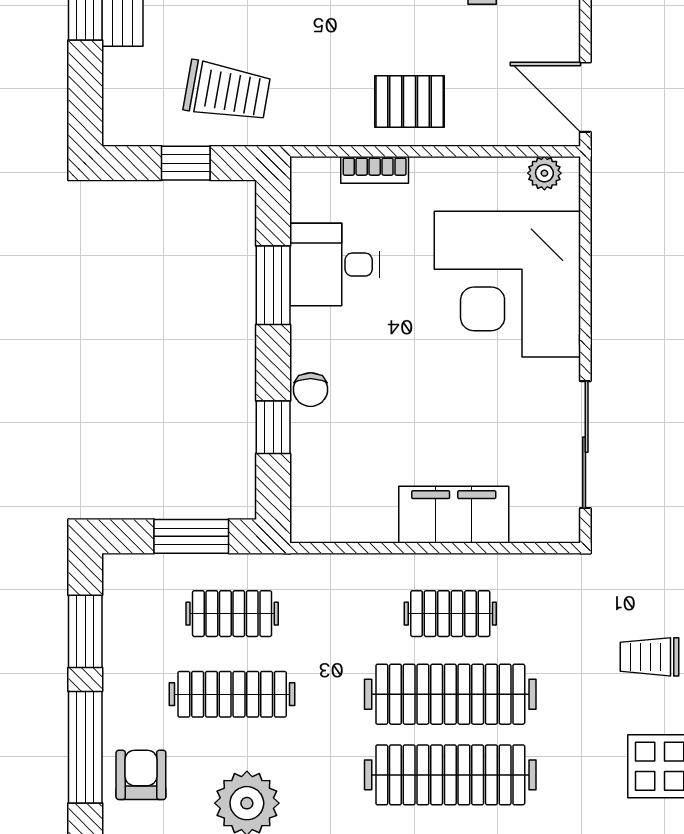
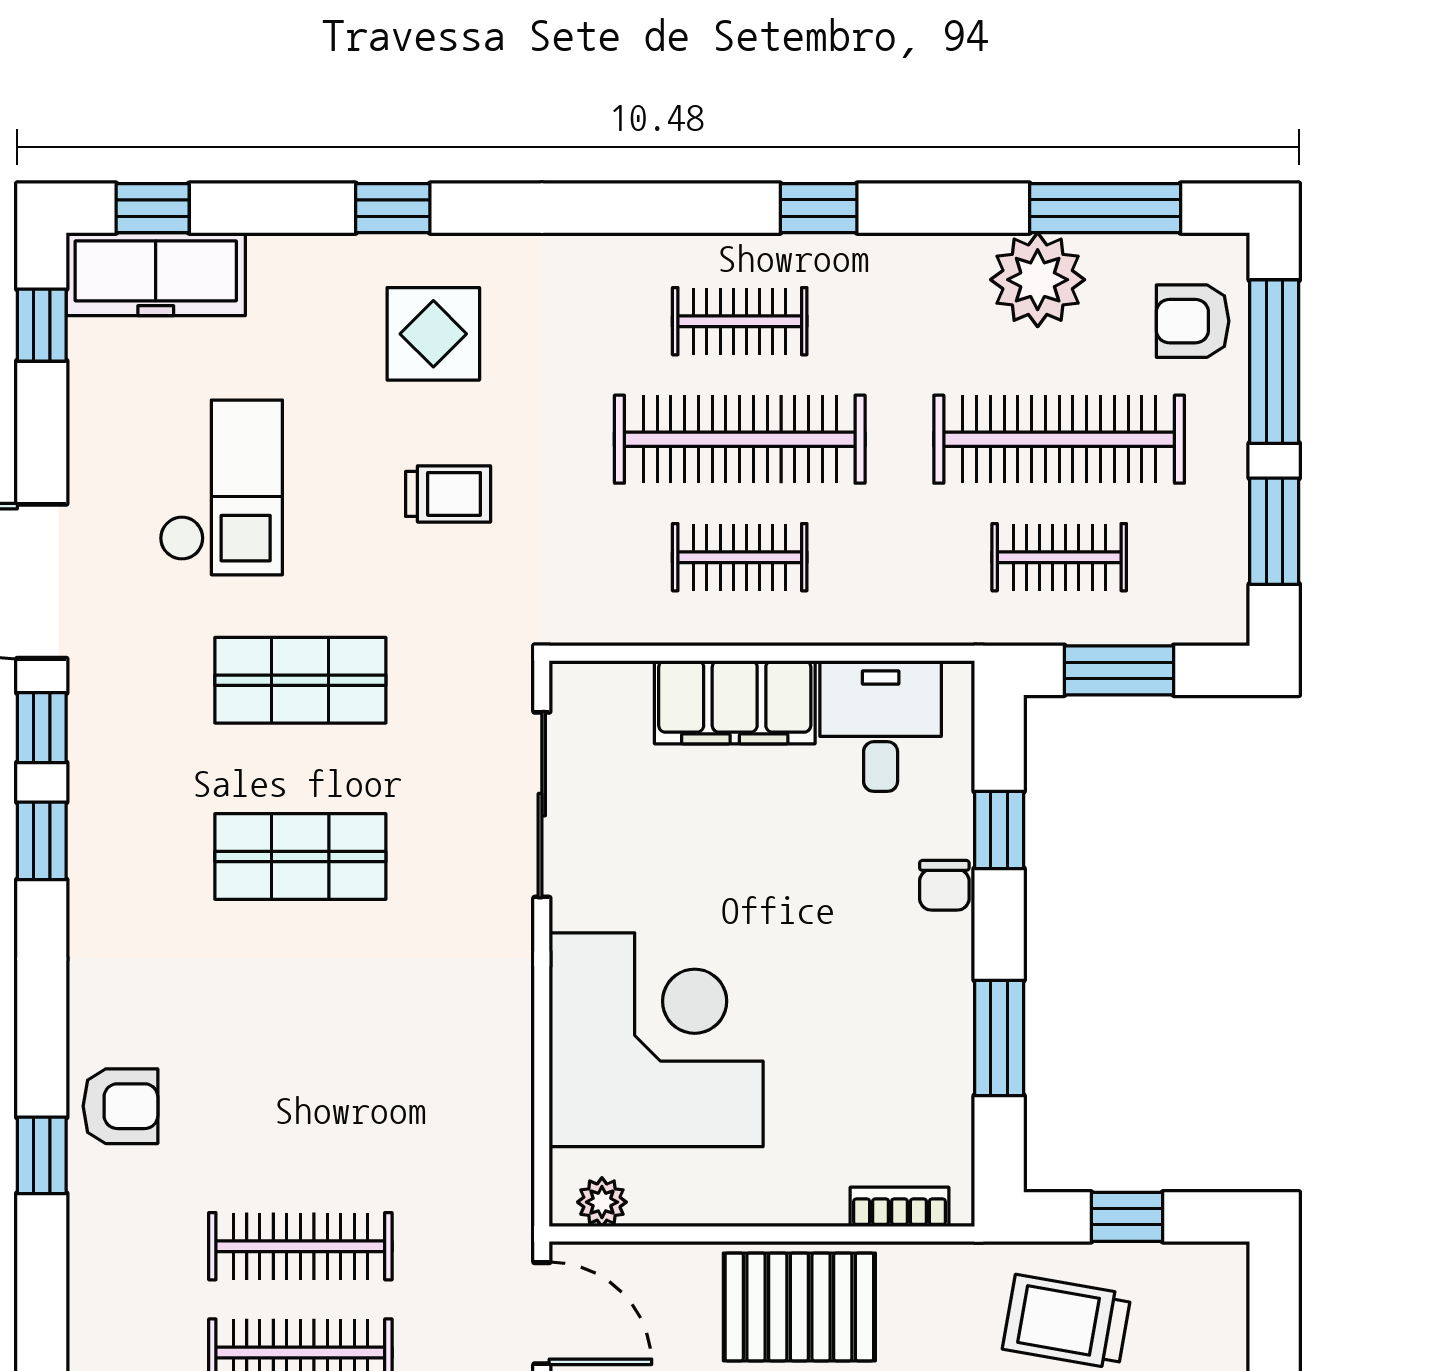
pallet: (410, 102) -> (799, 1307), width x1.50, depth x1.42
bookcase: (375, 170) -> (899, 1207), moved
desk: (335, 265) -> (881, 726), moved, turned -90
chair: (311, 390) -> (944, 885), turned 180
clothes rail: (232, 694) -> (1059, 439), width x1.37, depth x1.31
armchair: (141, 775) -> (1193, 321), turned 90
clothes rail: (450, 775) -> (740, 321), width x0.54, depth x0.76

